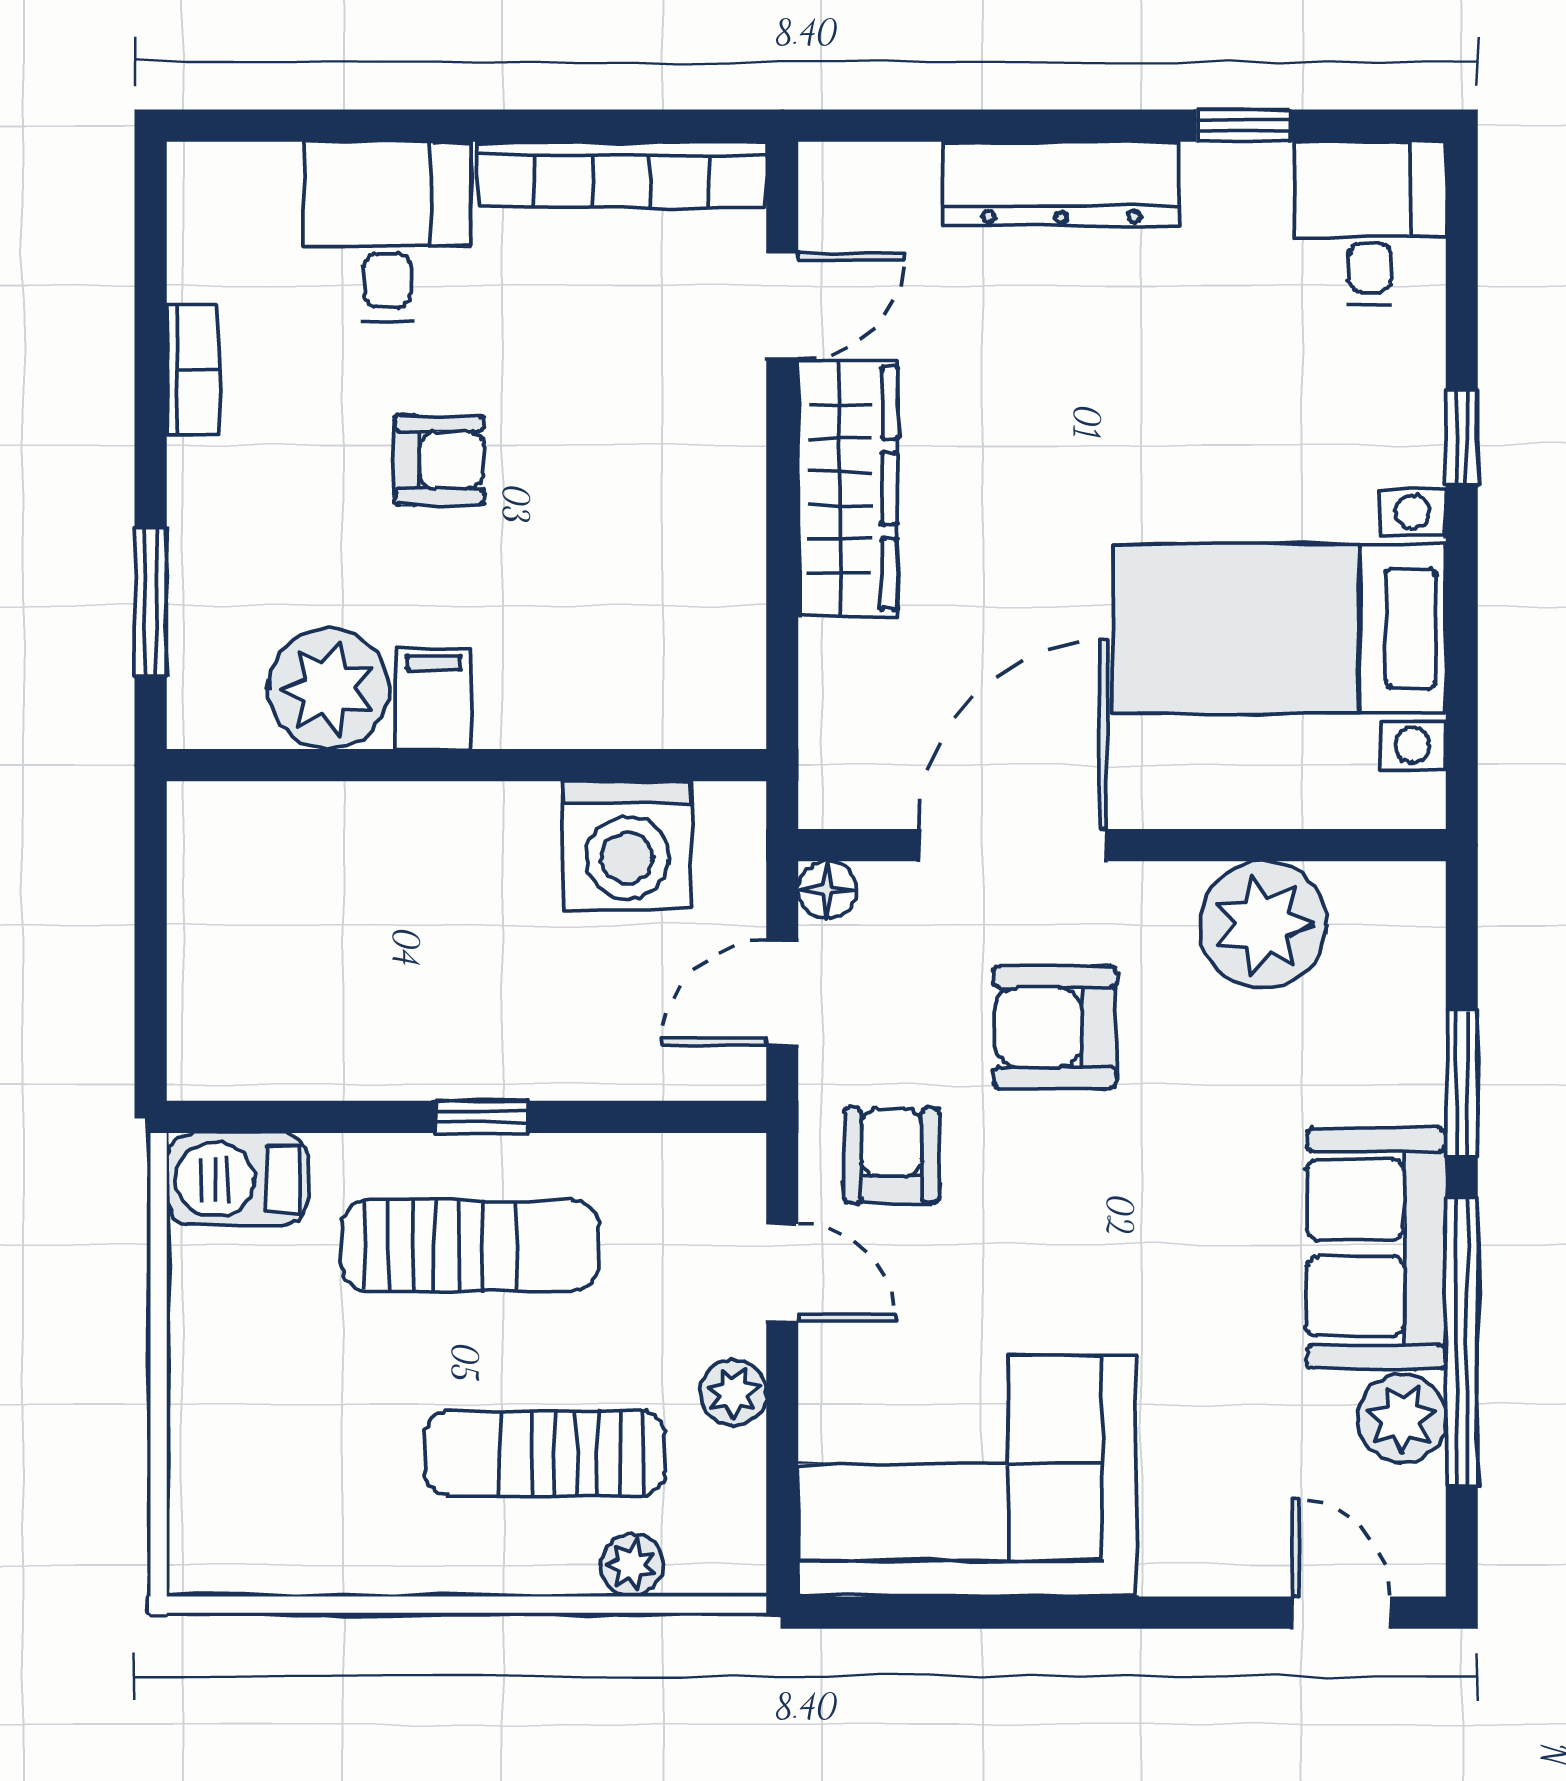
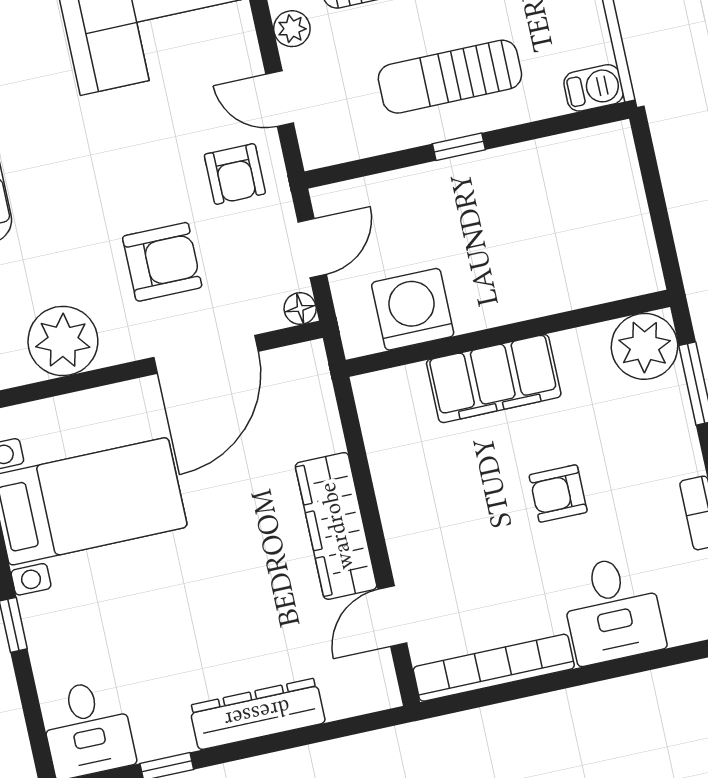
plant: (329, 689) -> (645, 346), moved
filing cabinet: (433, 698) -> (494, 379), width x3.00, depth x1.17
barbecue: (238, 1179) -> (594, 88), width x0.73, depth x0.79

